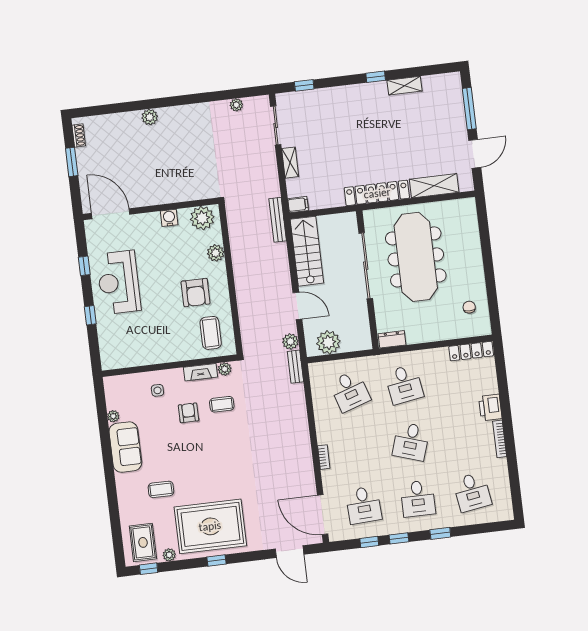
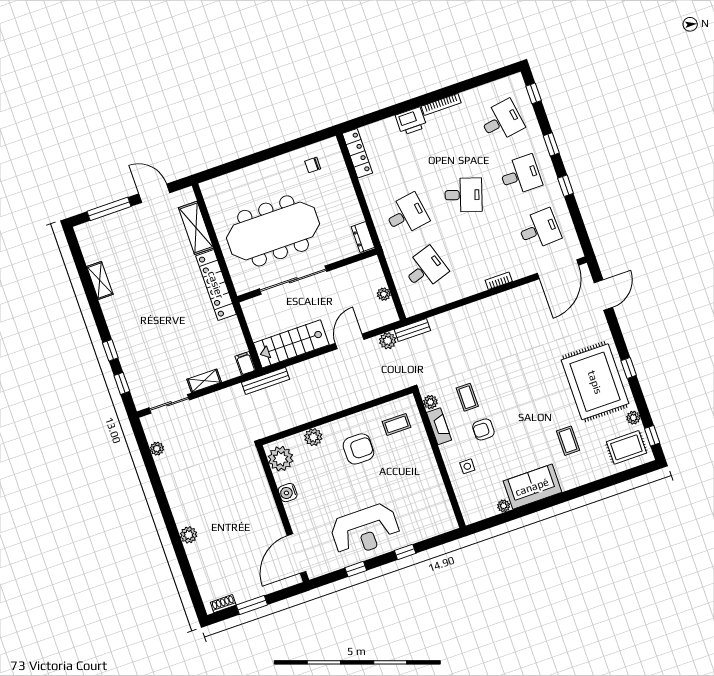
window: (376, 77) -> (110, 350), moved
coffee table: (211, 333) -> (396, 424), width x0.73, depth x0.77
plant: (328, 342) -> (384, 294), width x0.53, depth x0.53
window: (369, 542) -> (534, 93), moved

